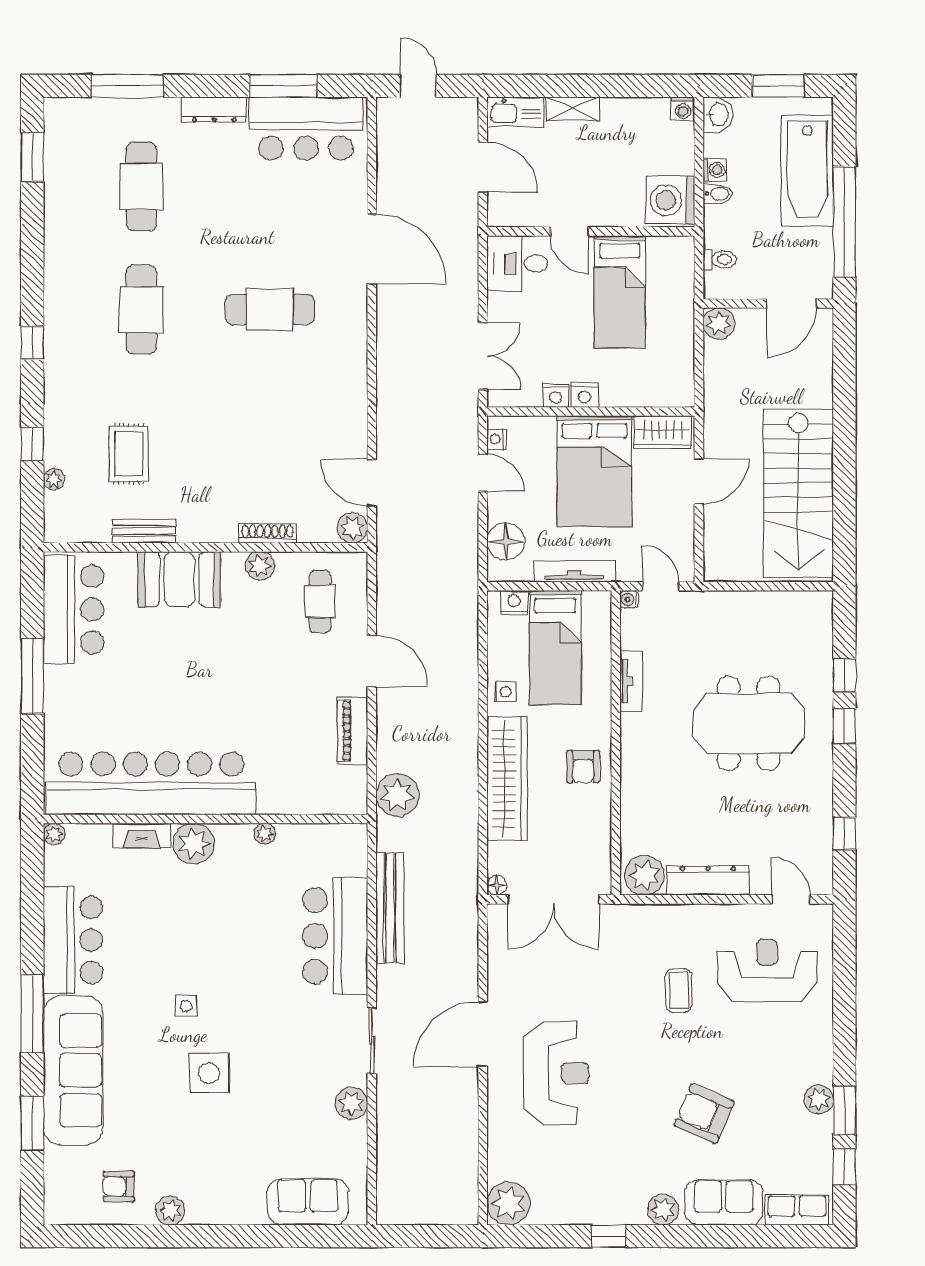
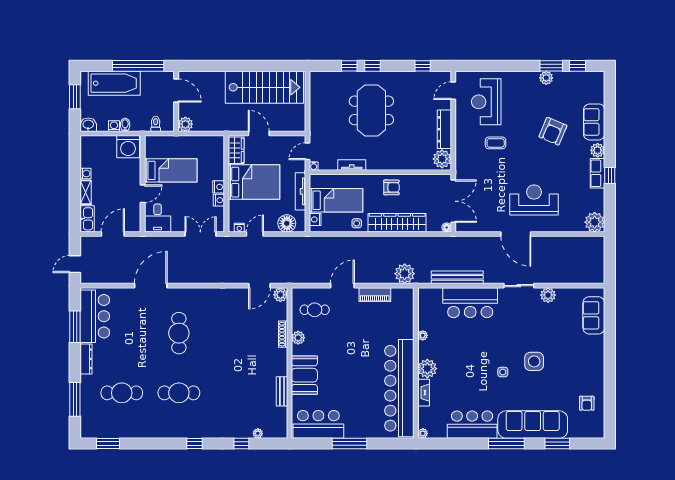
washing machine: (683, 109) -> (85, 174), moved
rug: (129, 454) -> (246, 399), removed
row of seats: (797, 1210) -> (598, 173), moved
plant: (170, 1211) -> (598, 379), removed

